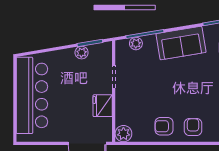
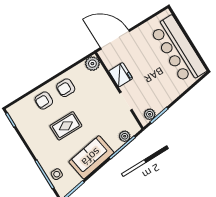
plant: (82, 53) -> (150, 114), moved
rug: (187, 89) -> (66, 126), added
armchair: (164, 126) -> (66, 88), turned 180
armchair: (193, 127) -> (44, 101), turned 90

